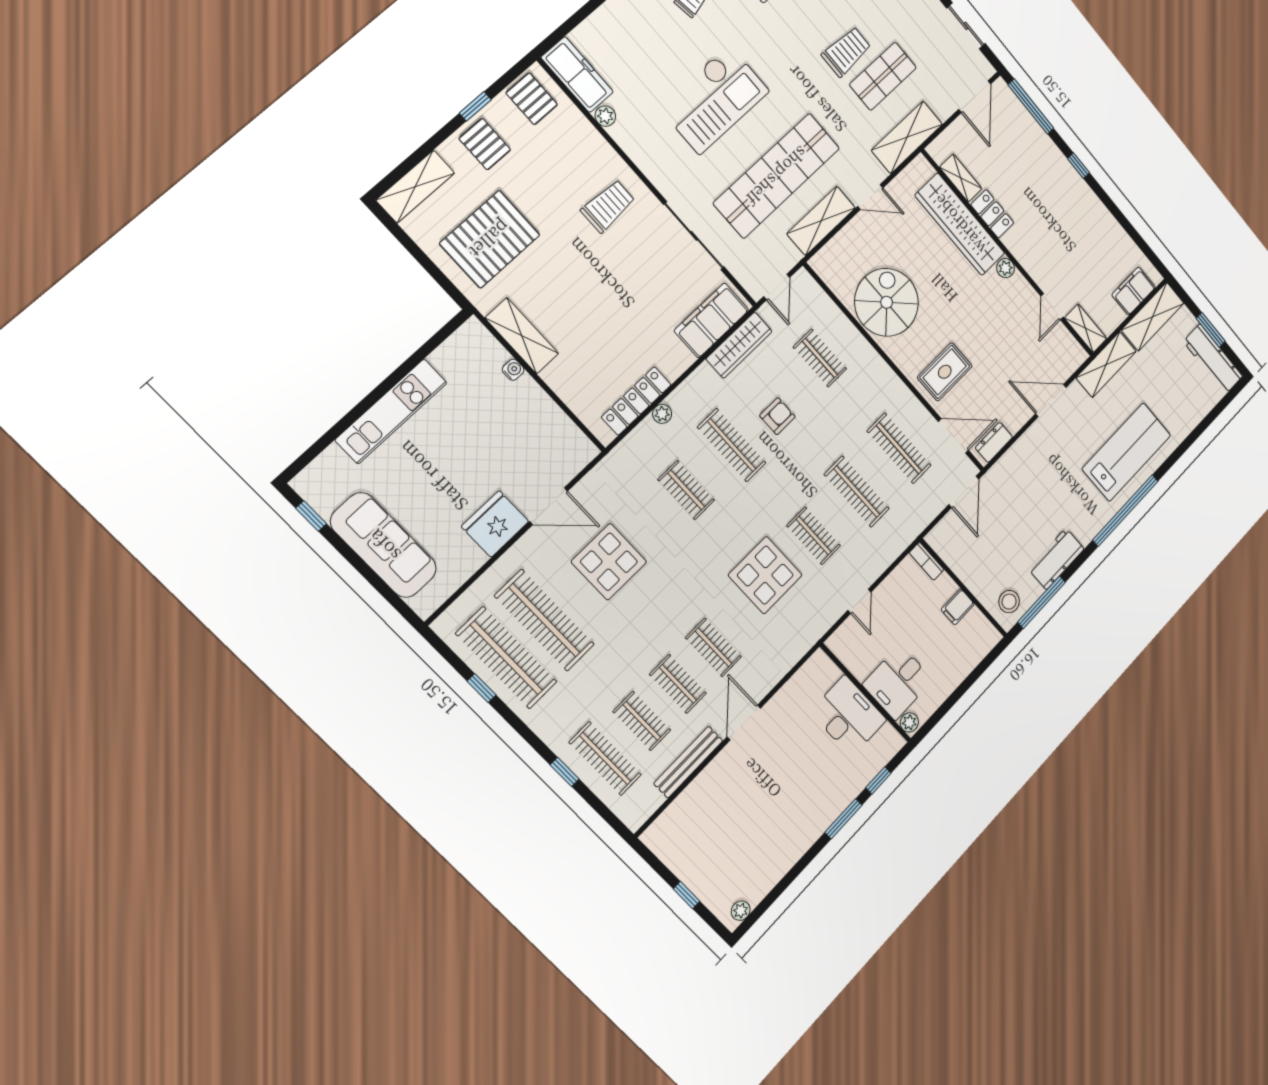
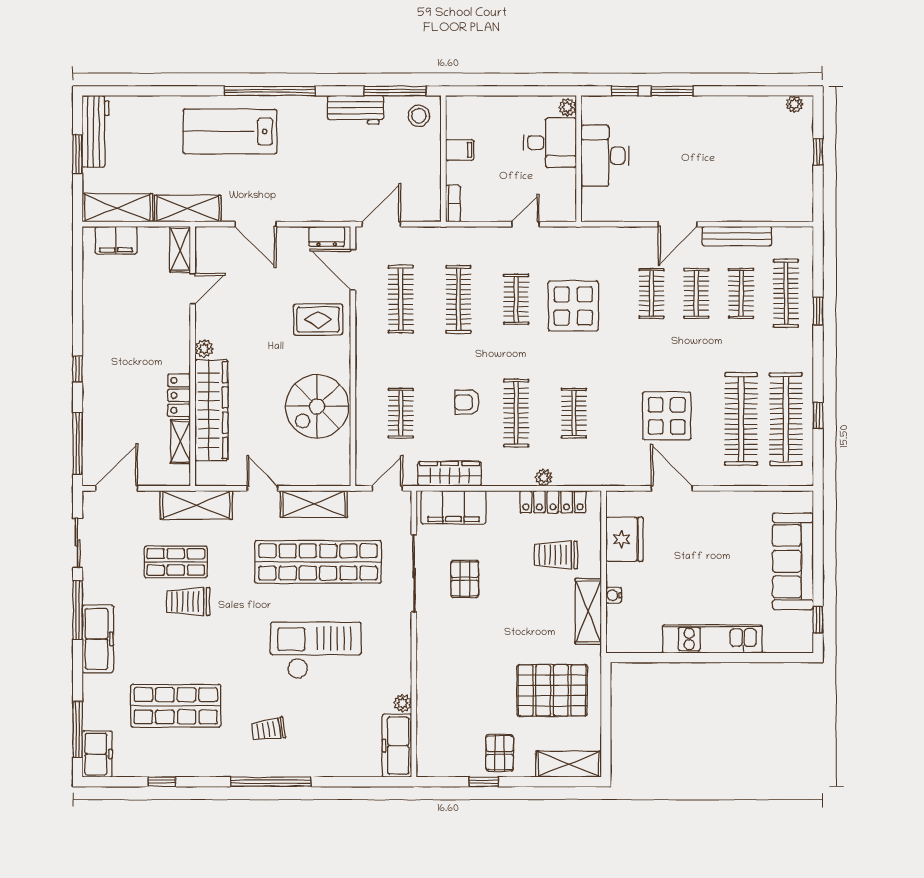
pallet: (532, 99) -> (465, 579), moved
trolley: (608, 206) -> (556, 555), moved
fridge: (495, 524) -> (625, 539), moved, turned -90

